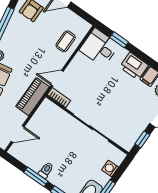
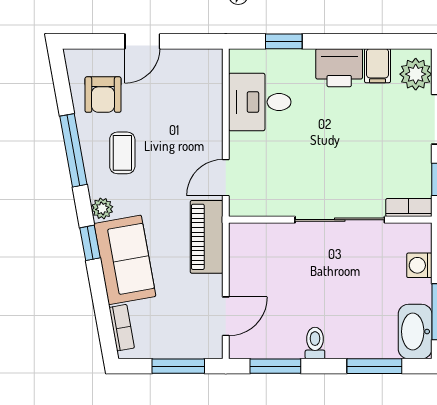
coffee table: (66, 41) -> (122, 153), moved
desk: (99, 47) -> (260, 102), moved
bookcase: (59, 98) -> (409, 208), moved
window: (36, 177) -> (275, 366), moved

